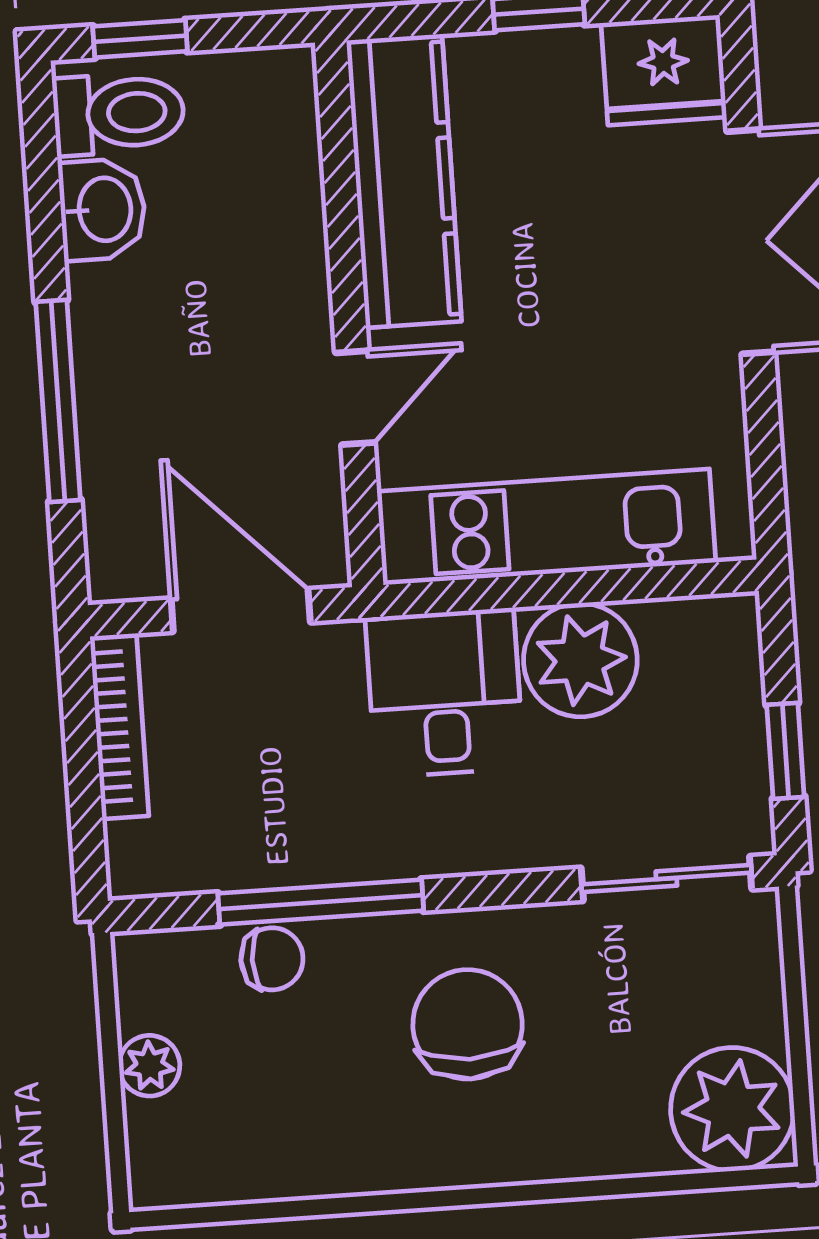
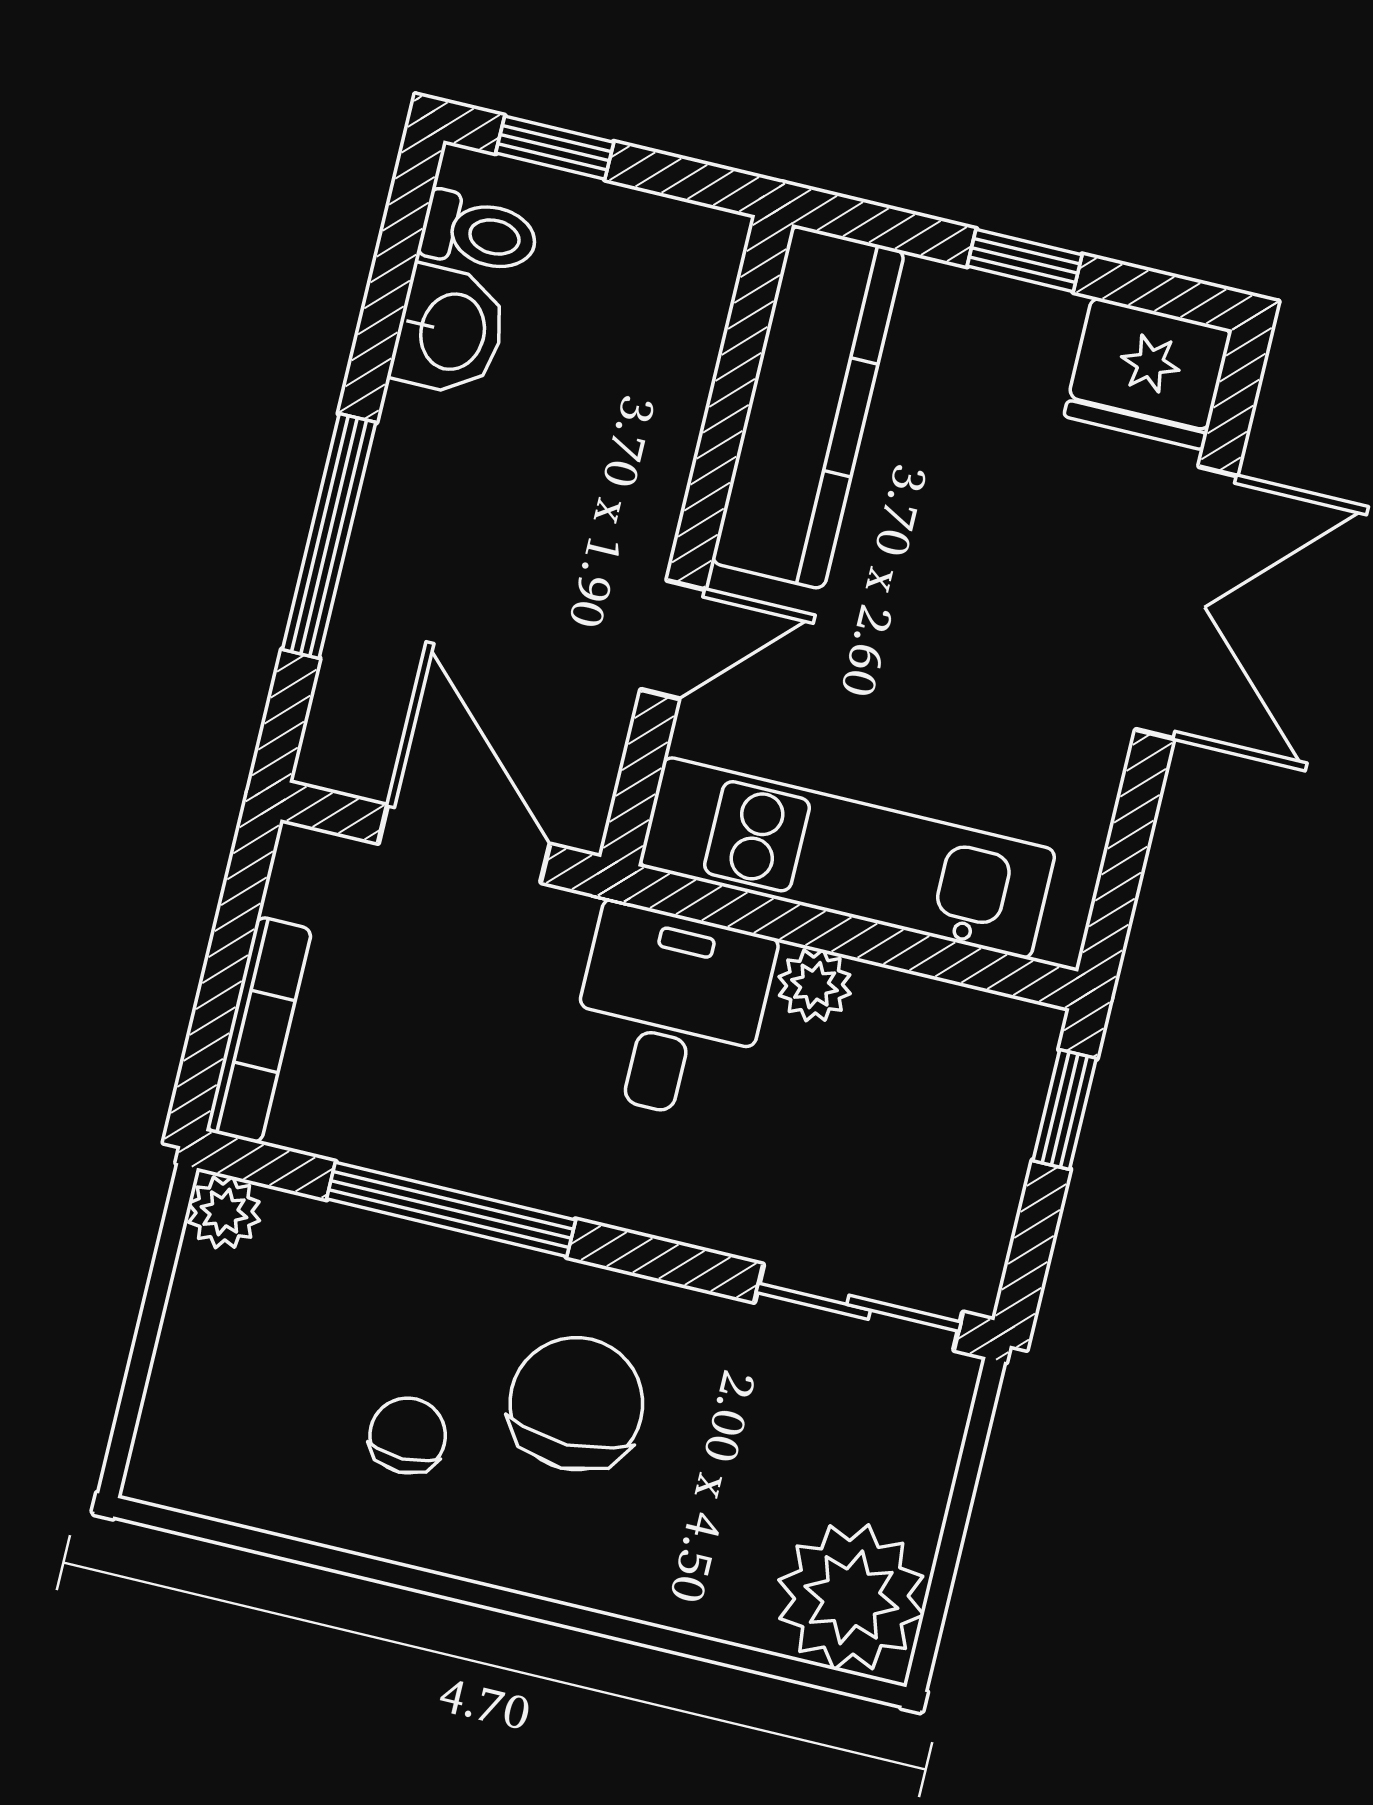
toilet: (119, 113) -> (479, 233), width x0.73, depth x0.72
plant: (580, 660) -> (815, 985), width x0.53, depth x0.53
bookcase: (119, 726) -> (259, 1030), moved
window: (785, 751) -> (1065, 1109), moved
chair: (272, 959) -> (408, 1436), moved, turned -90
plant: (149, 1066) -> (224, 1212), moved

